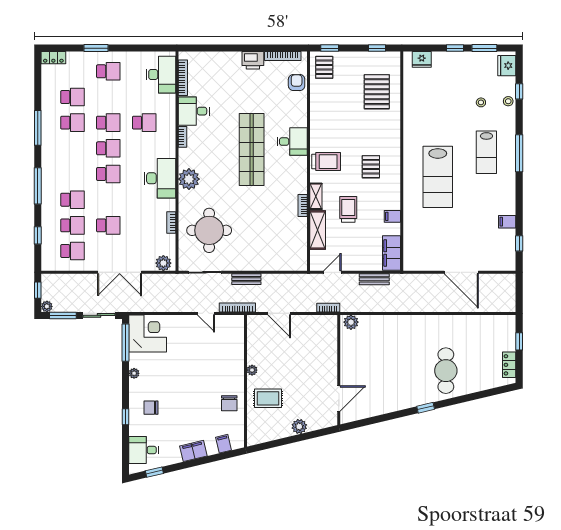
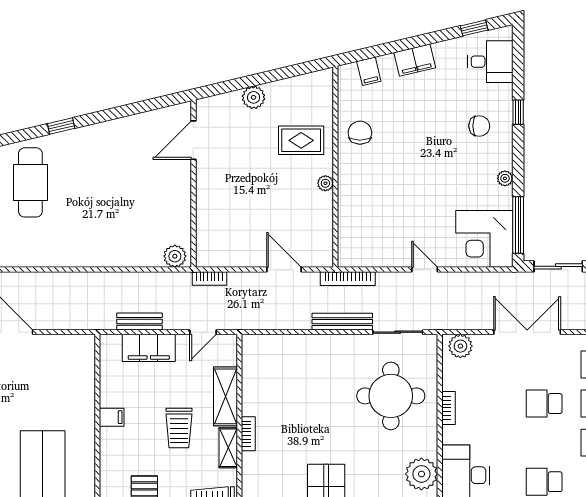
filing cabinet: (392, 253) -> (149, 348), moved, turned 90
bench: (246, 279) -> (342, 322), width x1.36
door: (206, 313) -> (425, 270), moved

